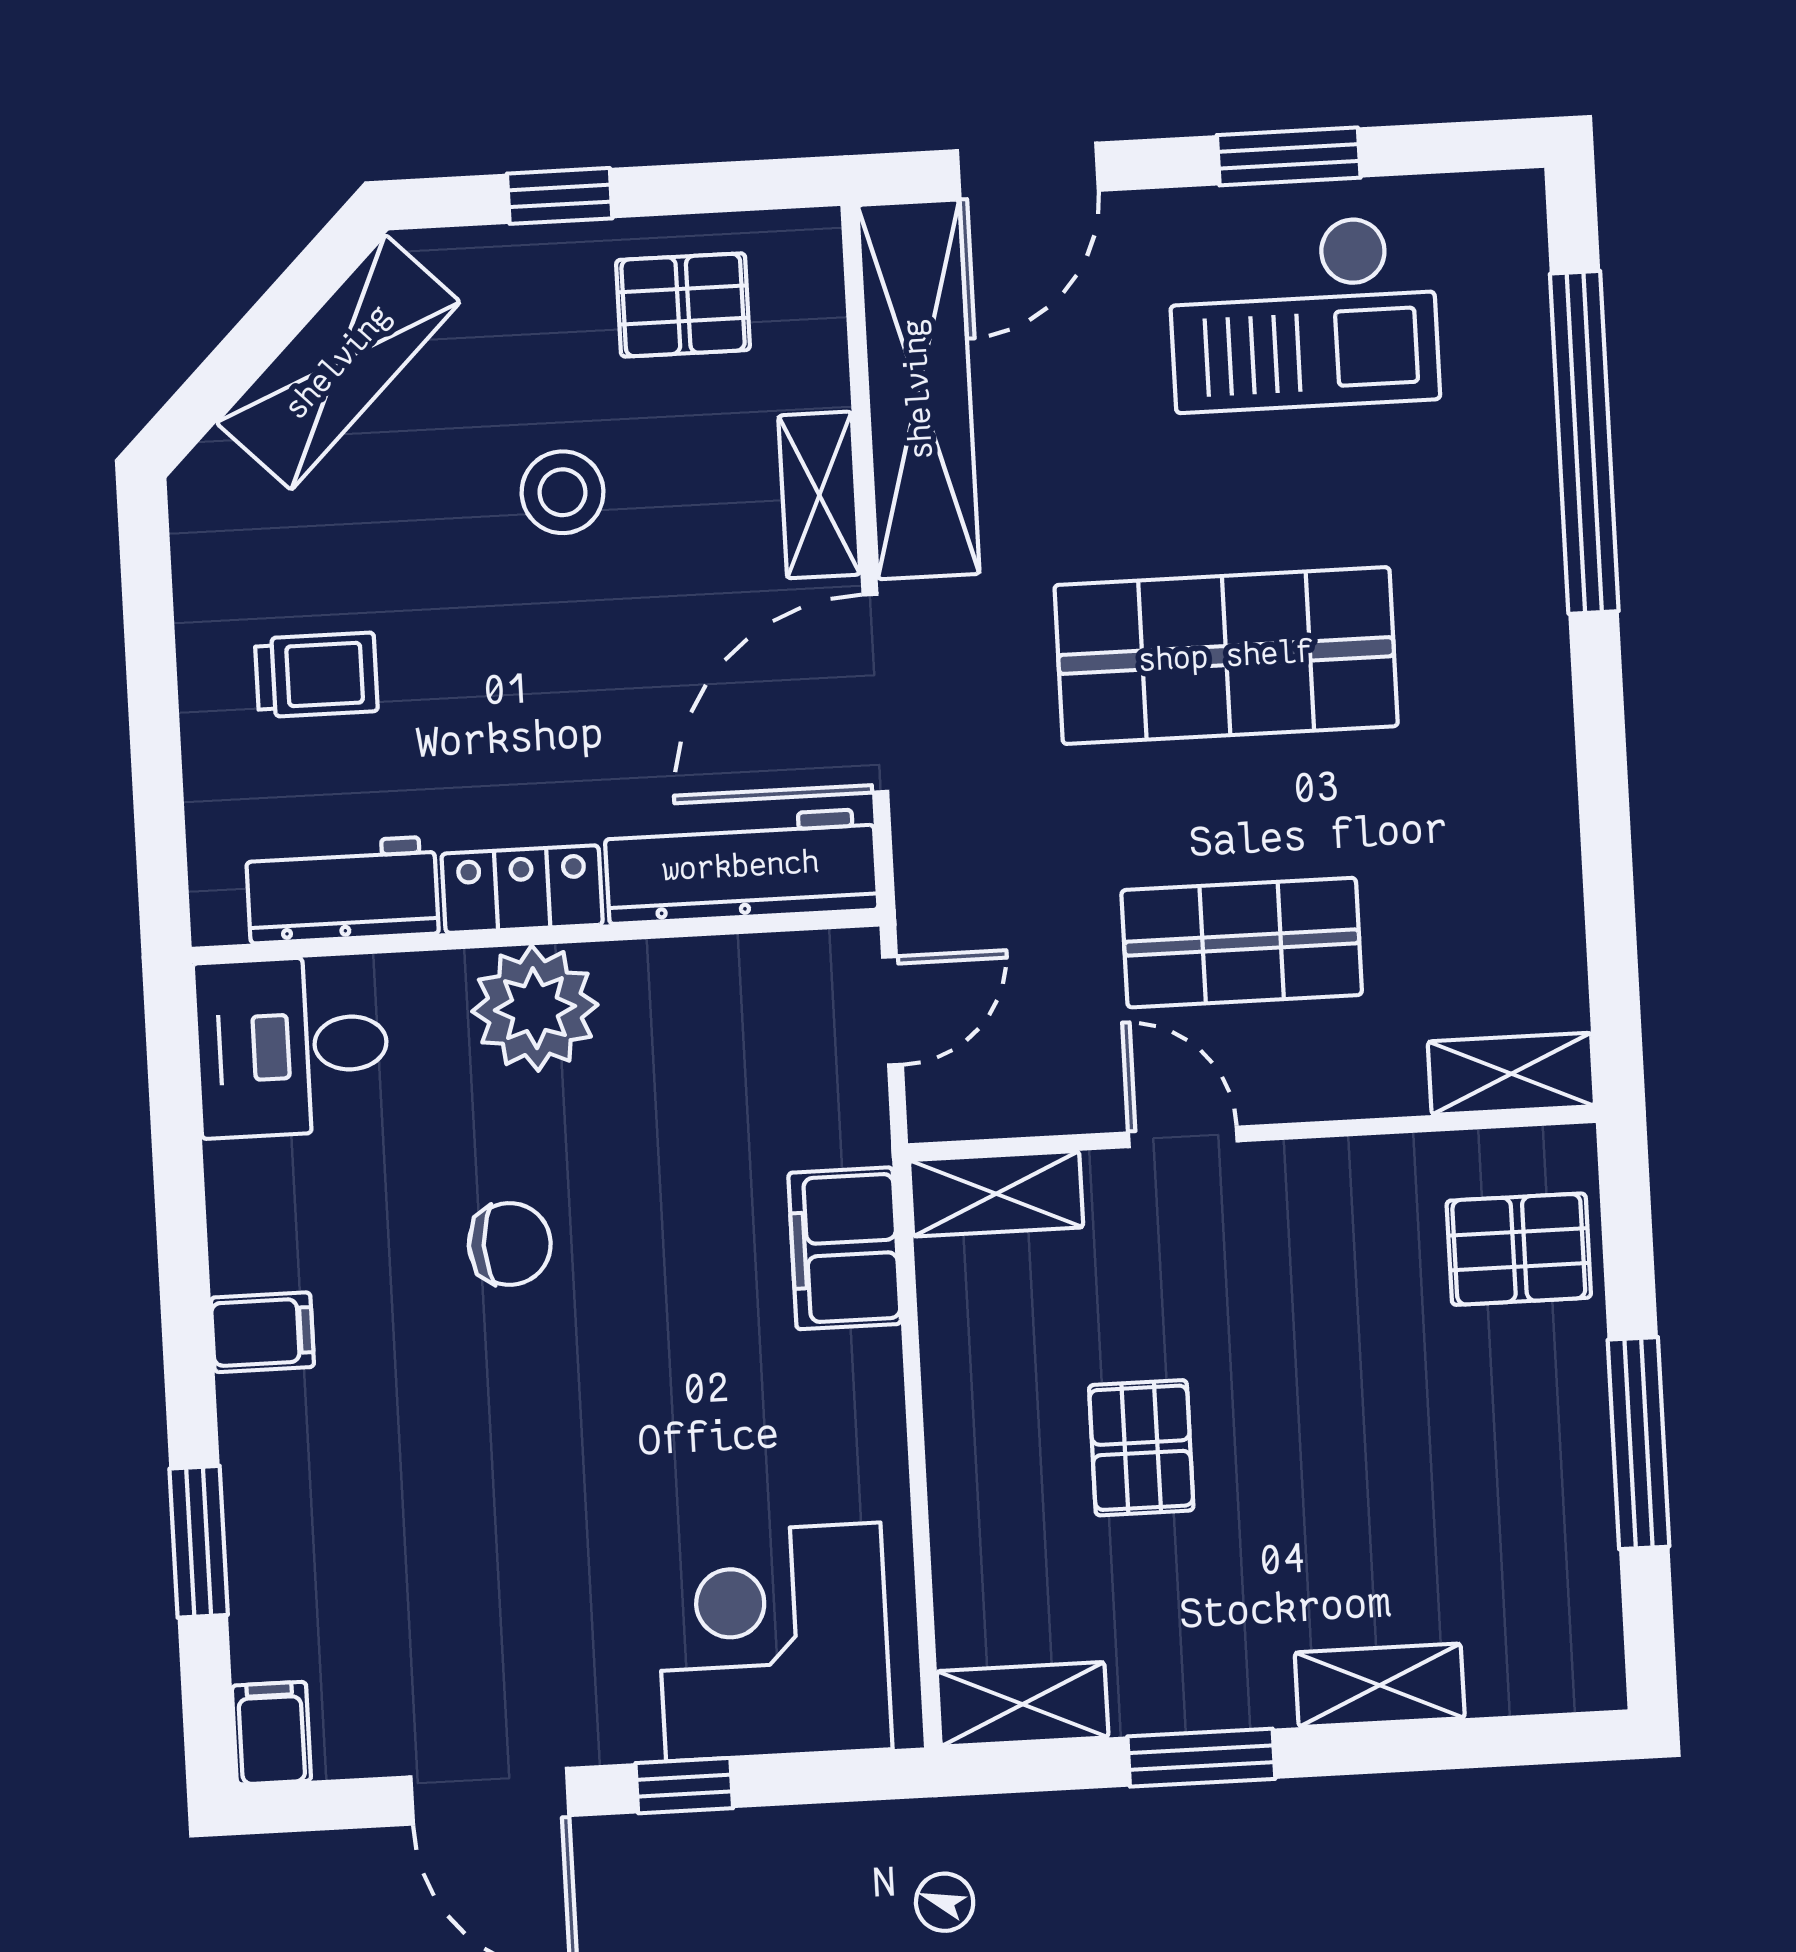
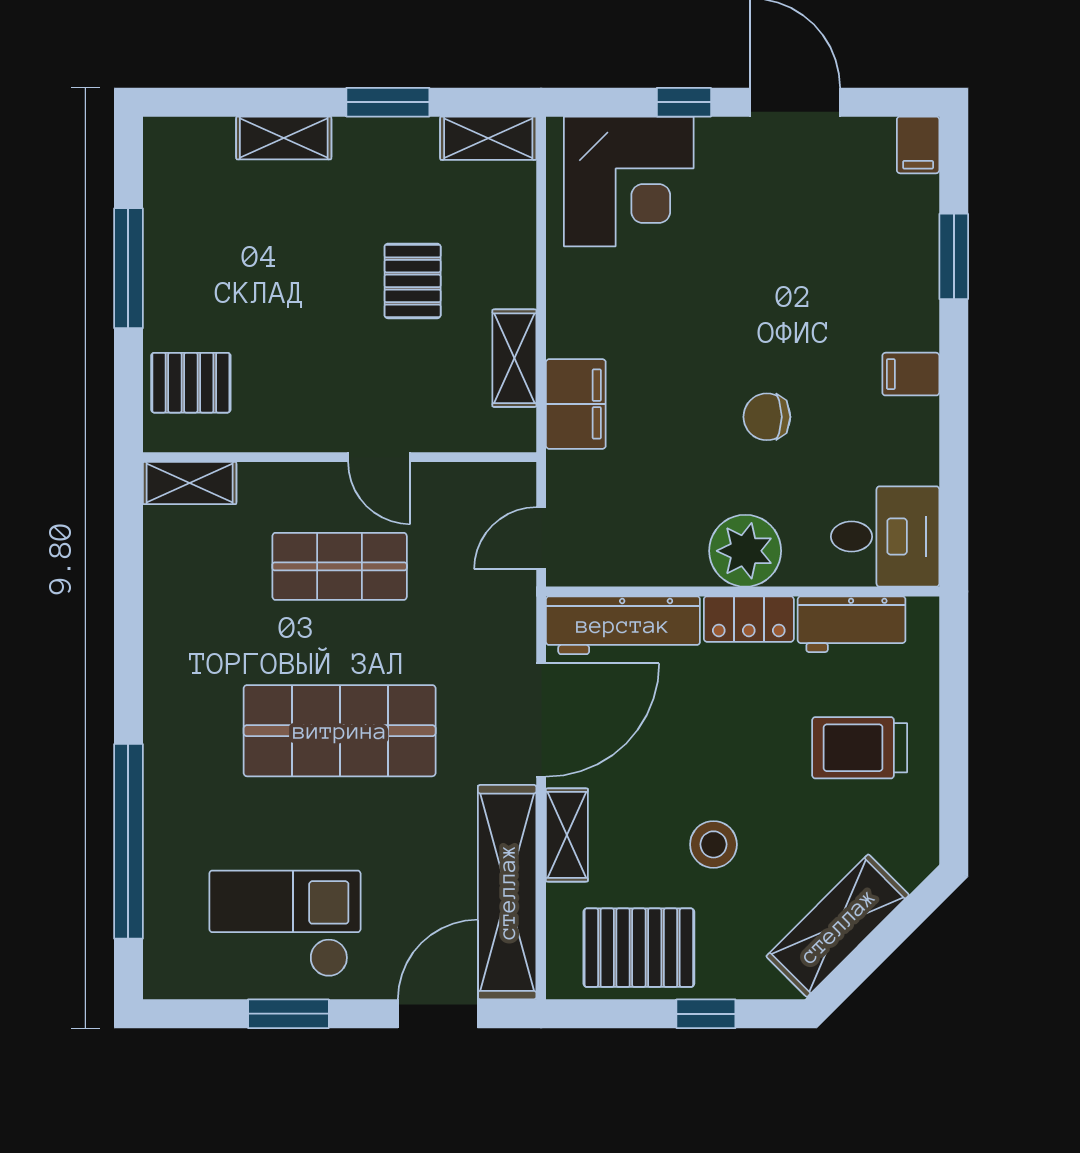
pallet: (683, 305) -> (639, 948), width x1.50, depth x1.42
trolley: (316, 675) -> (860, 748), width x1.36, depth x1.39
shelving: (996, 1194) -> (514, 358), moved, turned 90

